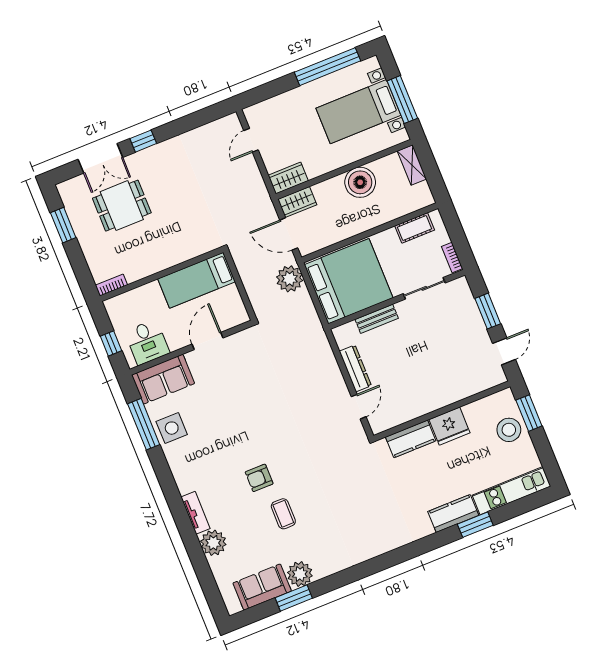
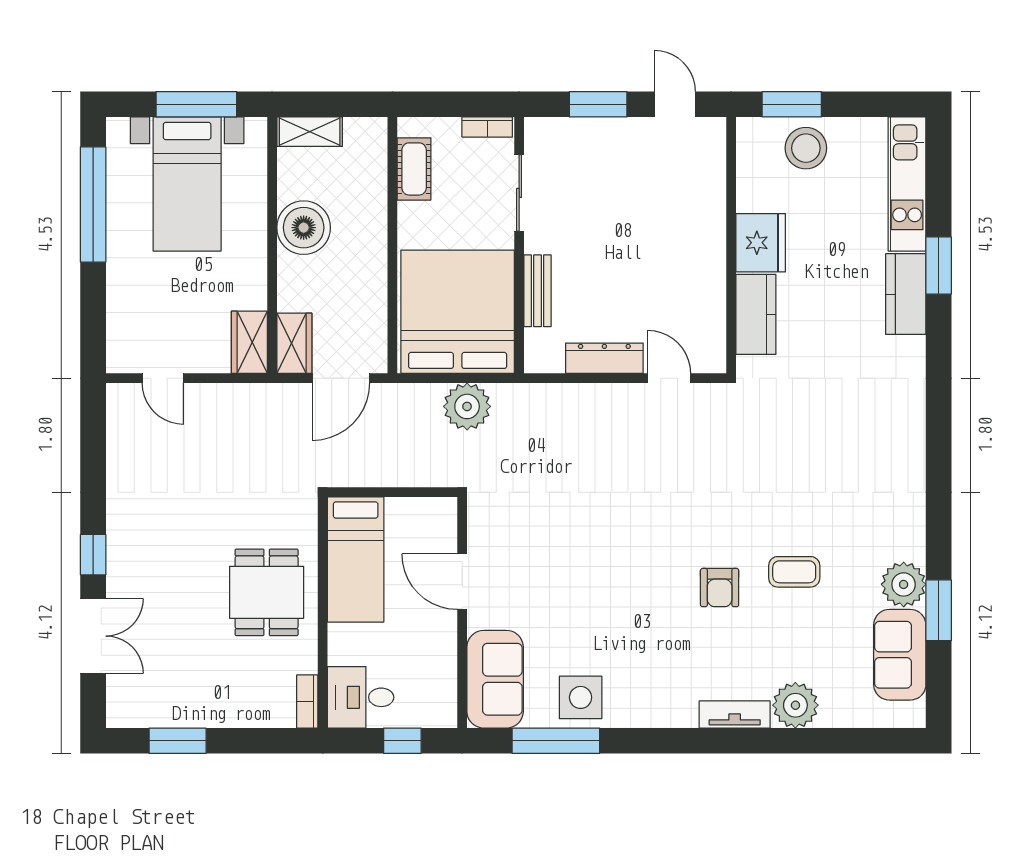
dining table: (122, 206) -> (267, 592), moved
plant: (290, 279) -> (467, 406), moved
desk: (147, 342) -> (361, 697), moved, turned 180

